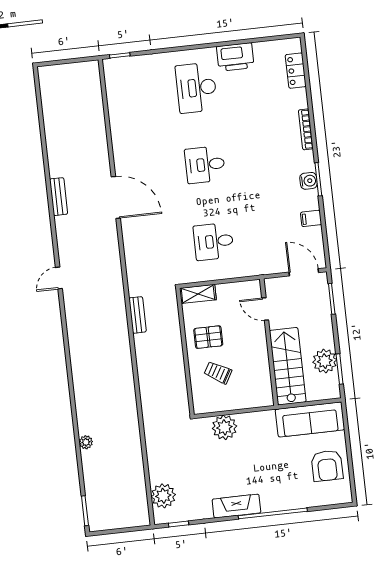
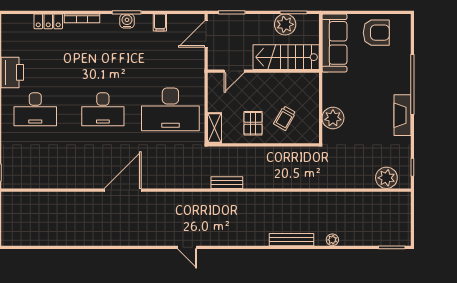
locker: (296, 71) -> (48, 21), moved
desk: (205, 165) -> (103, 109), width x1.37
bench: (59, 197) -> (291, 240), moved, width x1.36
desk: (214, 241) -> (170, 109), width x1.87, depth x1.30

